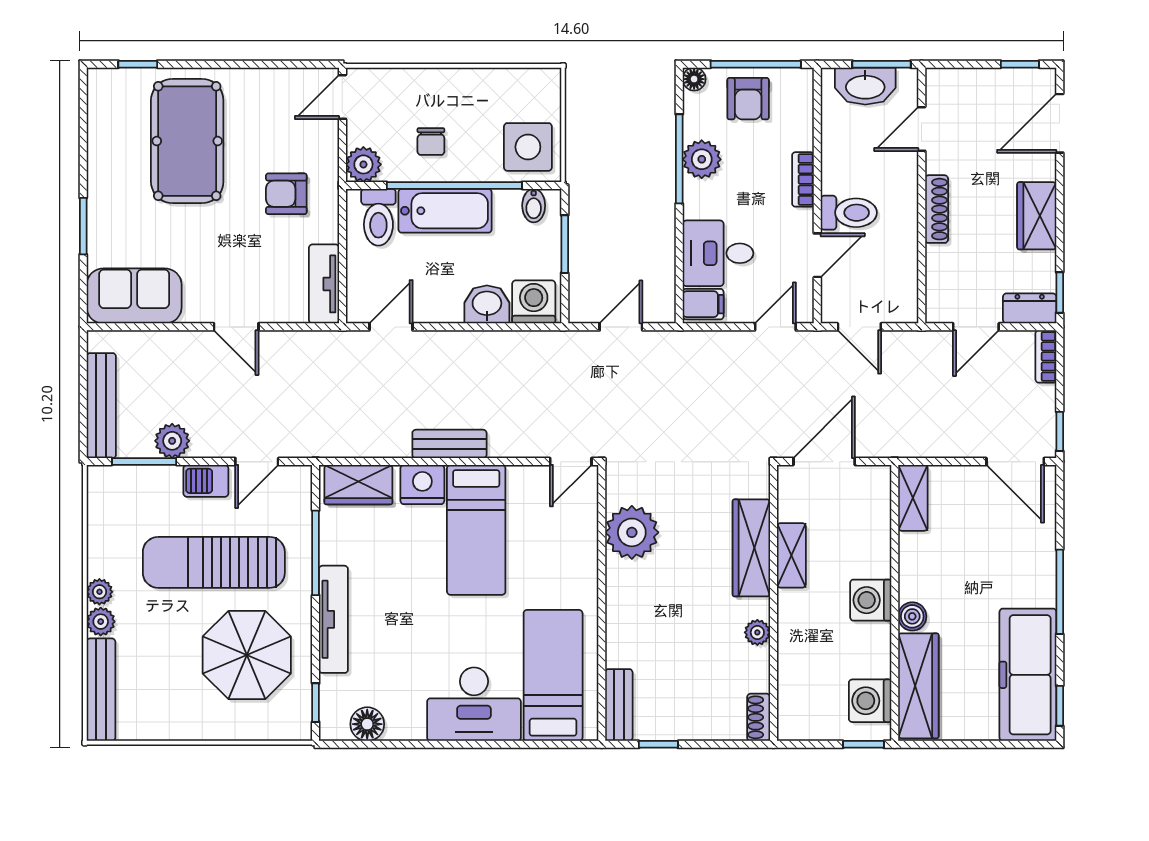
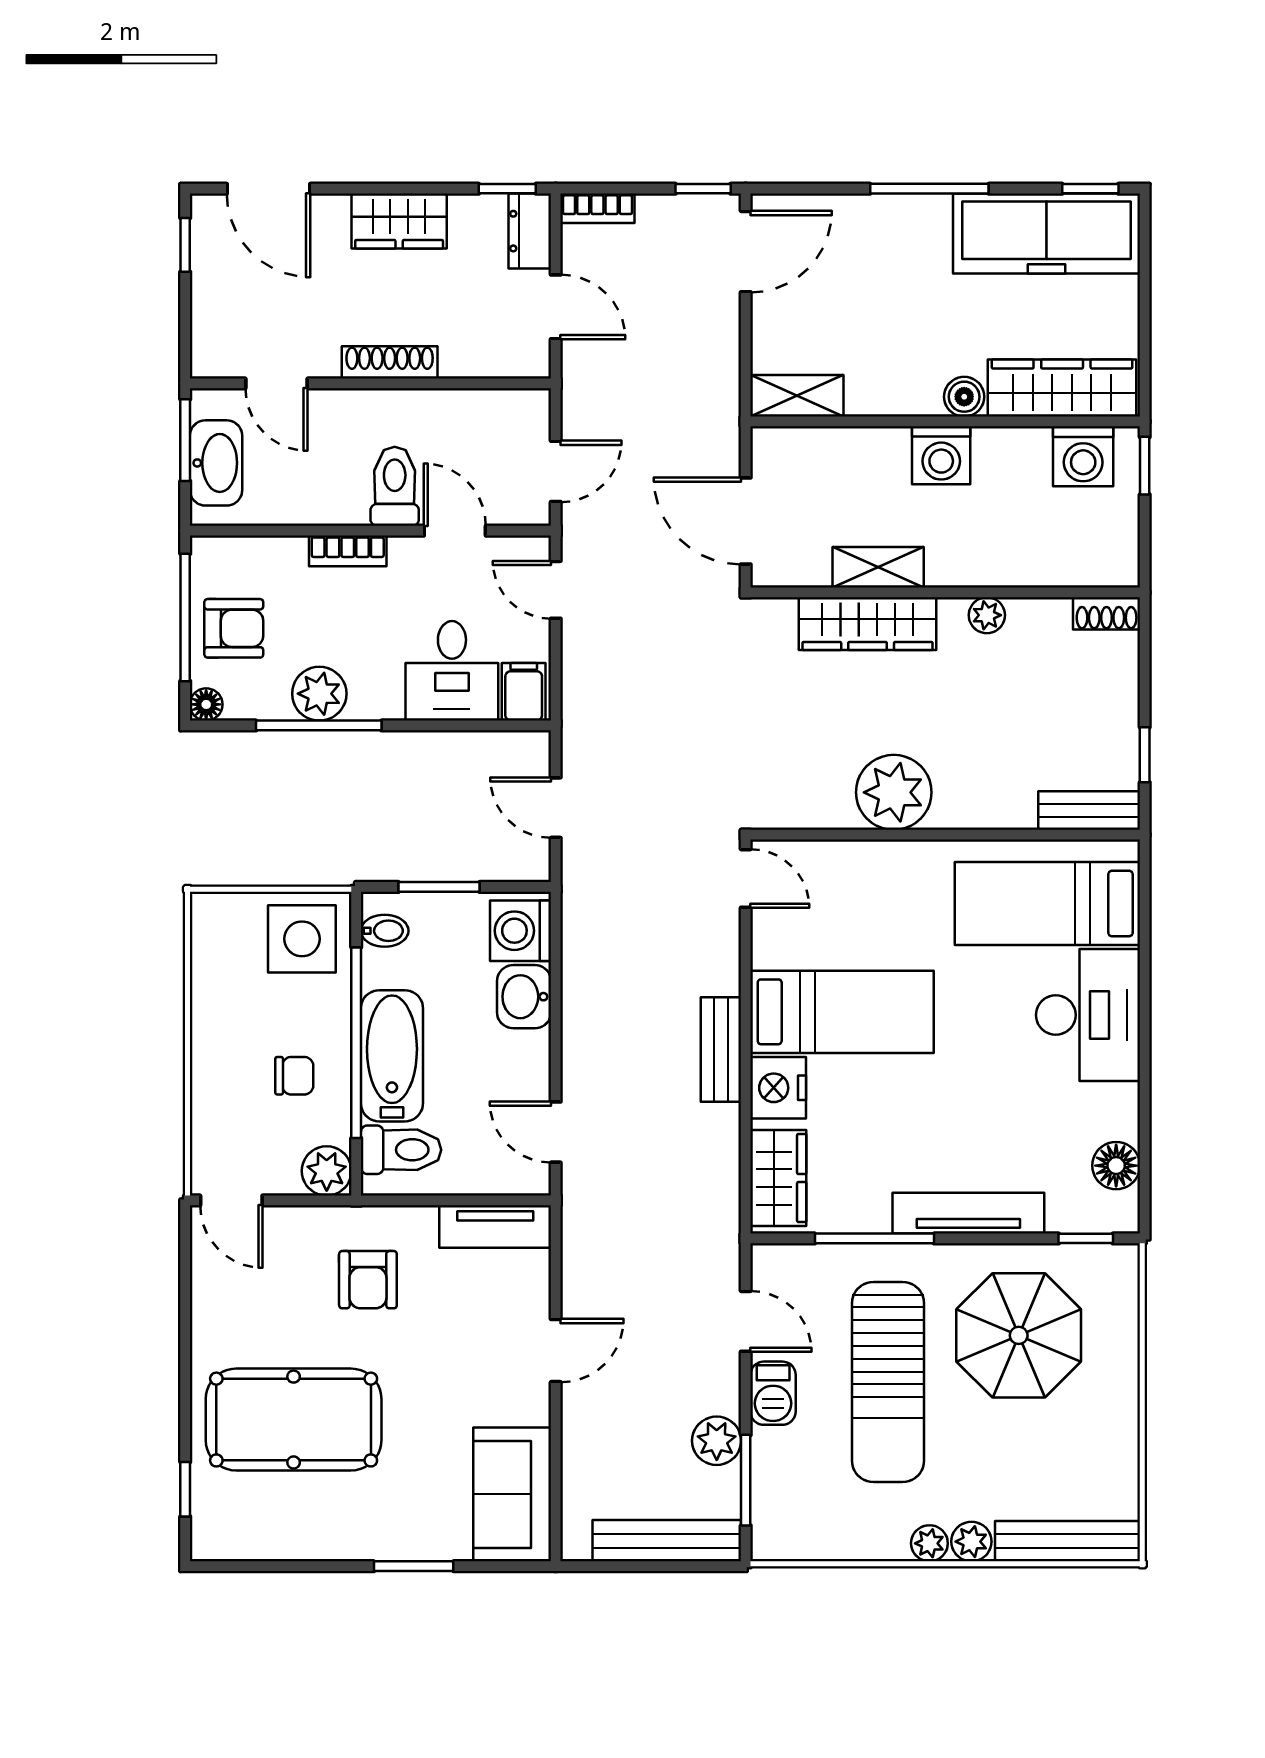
plant: (632, 532) -> (894, 792), moved

